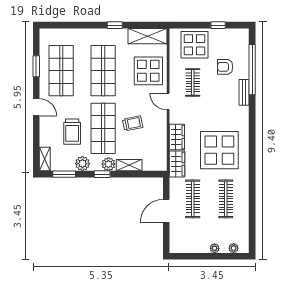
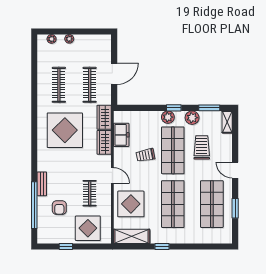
armchair: (225, 67) -> (59, 208), turned 90
freezer: (159, 145) -> (121, 135), added
shelving: (129, 165) -> (149, 116), removed

